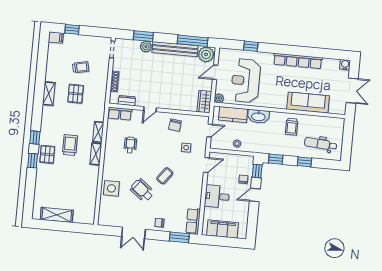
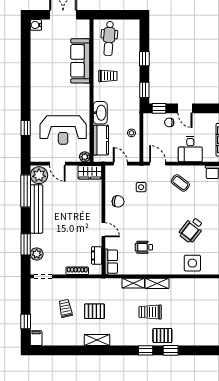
plant: (146, 47) -> (37, 254), moved
row of seats: (298, 61) -> (37, 76), removed
dental chair: (321, 144) -> (109, 38), moved
coffee table: (165, 176) -> (180, 183), moved

